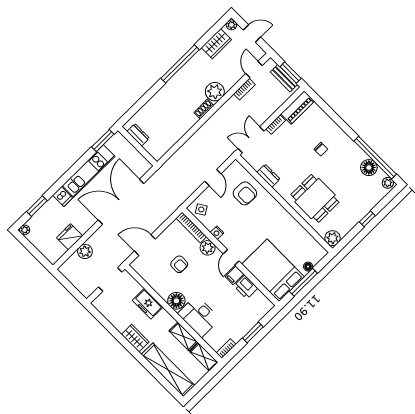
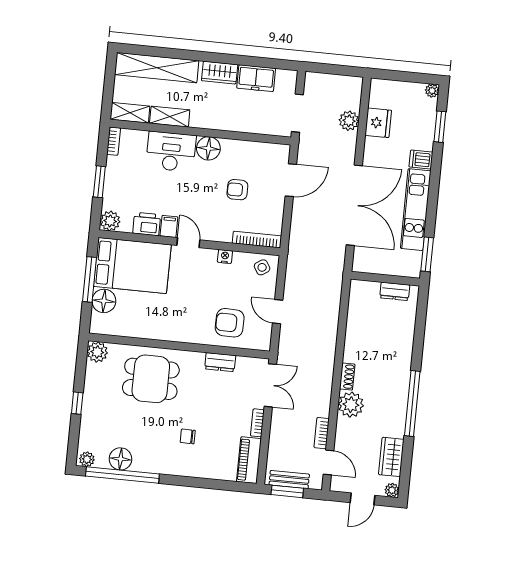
plant: (208, 248) -> (110, 221), moved
floor lamp: (308, 267) -> (104, 301), width x1.89, depth x1.89
freezer: (148, 304) -> (256, 78), moved, turned 180

